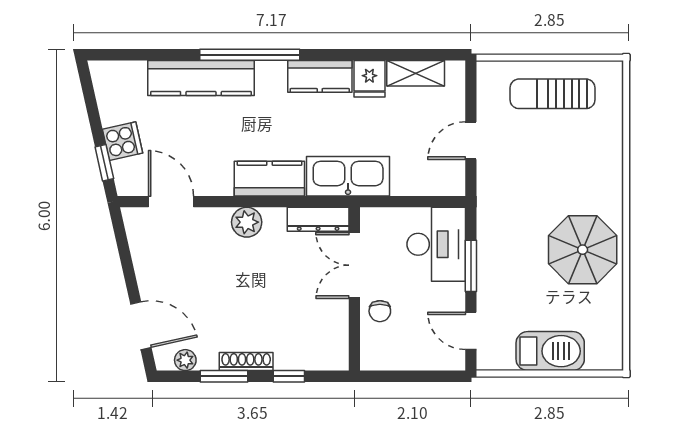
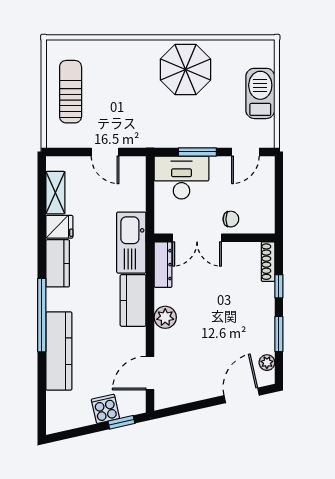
sun lounger: (553, 94) -> (71, 92), turned 180
shoe rack: (246, 362) -> (268, 262), moved

